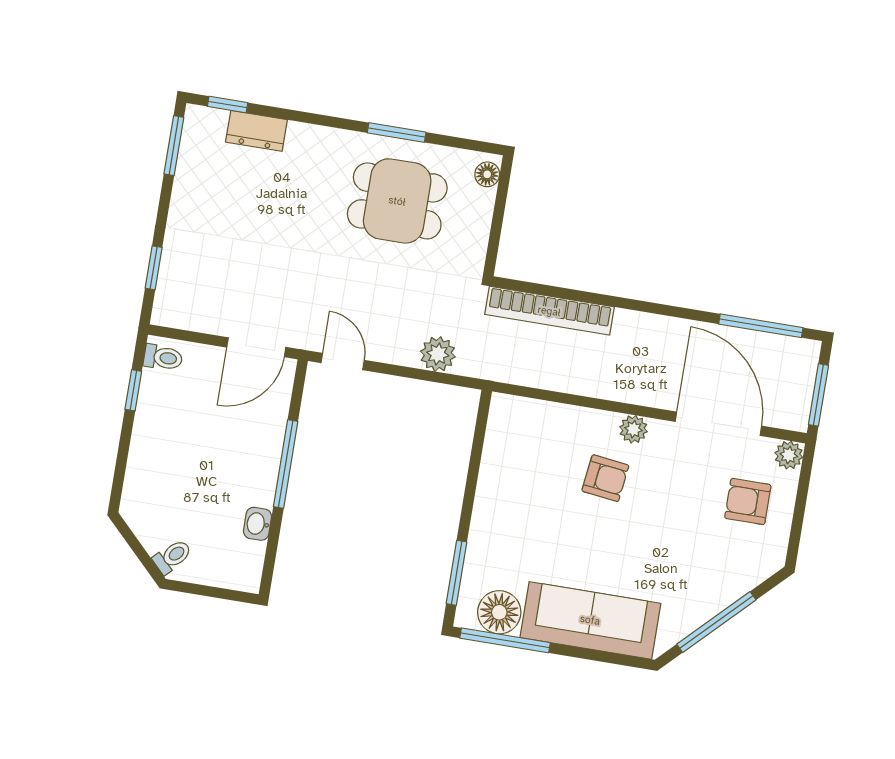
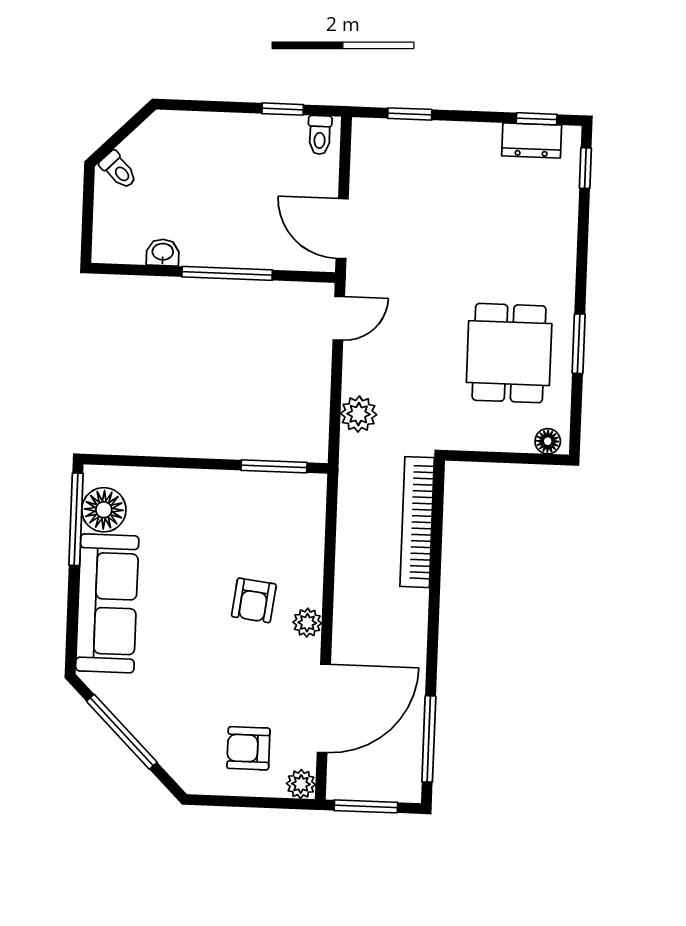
dresser: (256, 131) -> (532, 140), moved, turned -90
window: (174, 146) -> (537, 119), width x0.67
armchair: (748, 501) -> (248, 748), turned -90
window: (457, 573) -> (274, 466), moved

